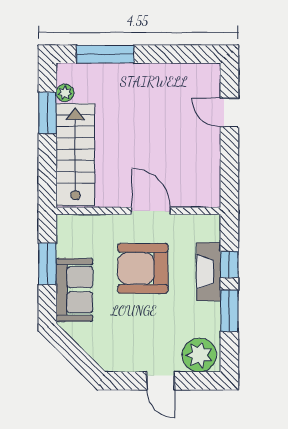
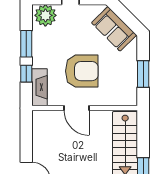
fireplace: (209, 272) -> (39, 87), moved
sofa: (74, 290) -> (114, 29), moved, turned -45

